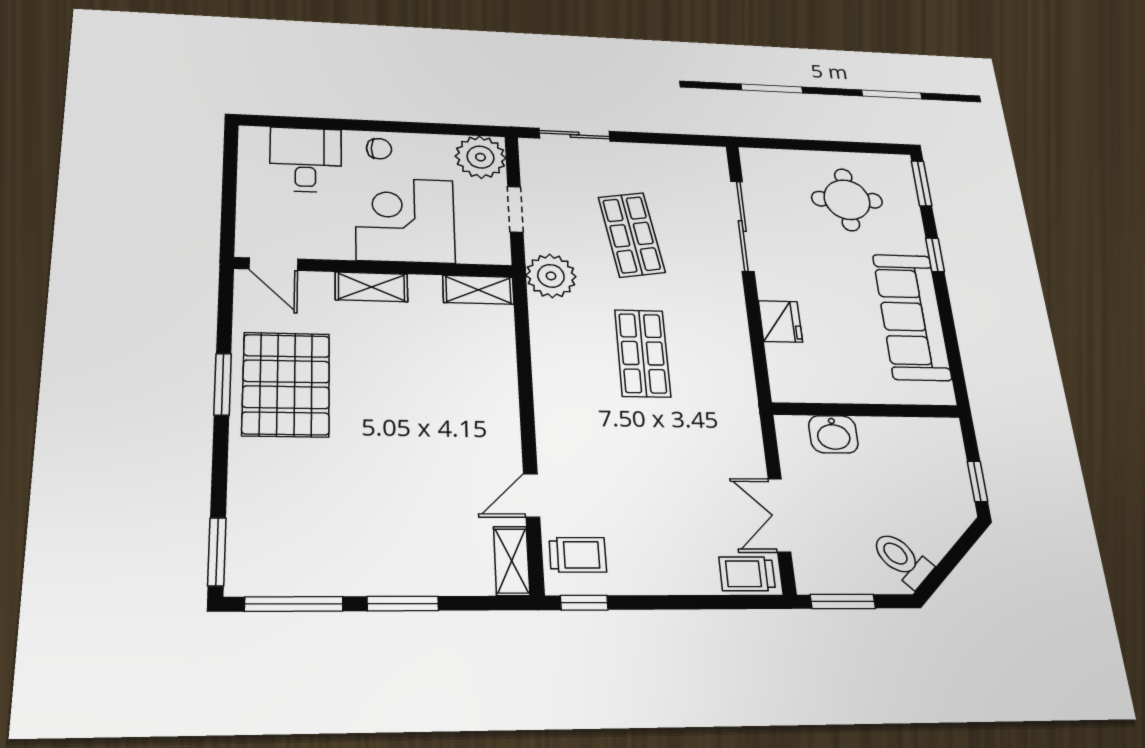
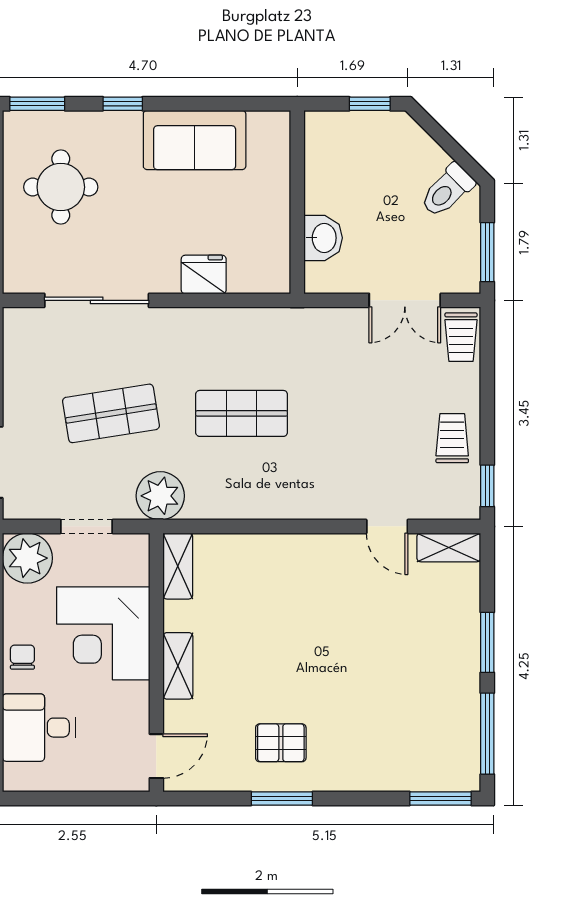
sofa: (912, 317) -> (195, 140), width x0.73
pallet: (286, 384) -> (281, 743), width x0.49, depth x0.50
trolley: (578, 555) -> (452, 438), moved

